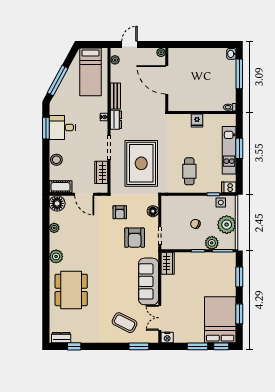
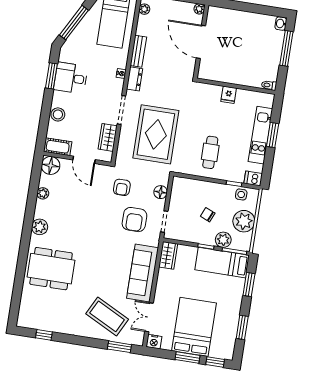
bed: (214, 262) -> (222, 263), added
dining table: (71, 290) -> (51, 269), turned 90
bed: (220, 320) -> (194, 327), moved
coffee table: (125, 323) -> (107, 316), width x1.36, depth x1.32
dresser: (61, 338) -> (31, 322), removed

